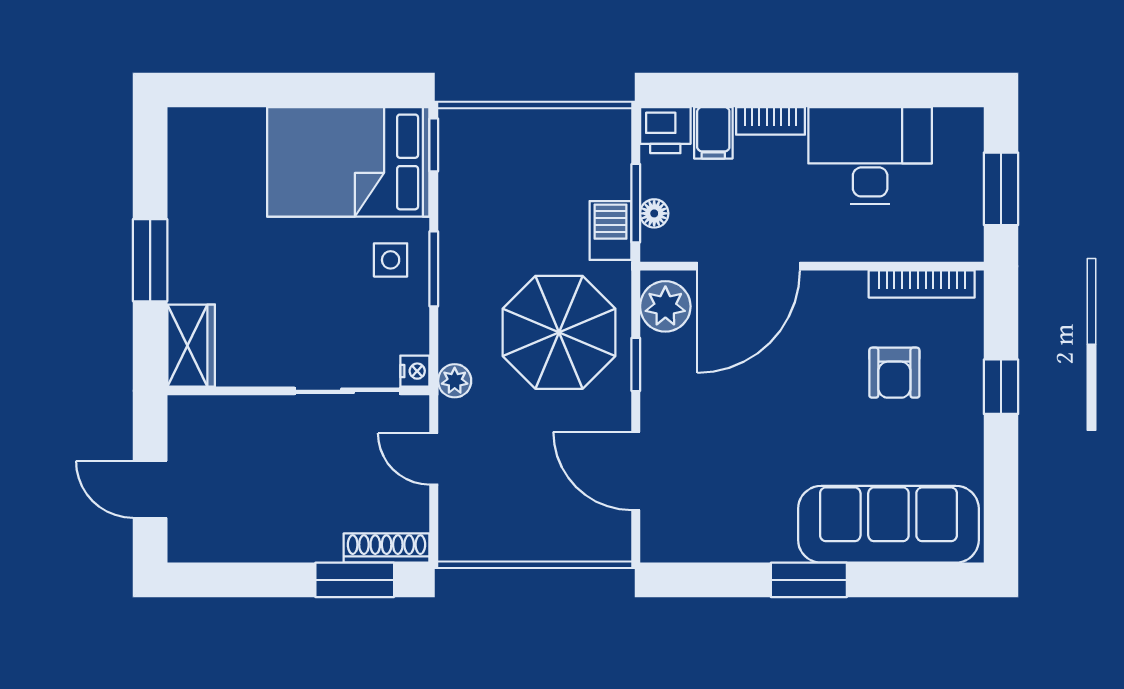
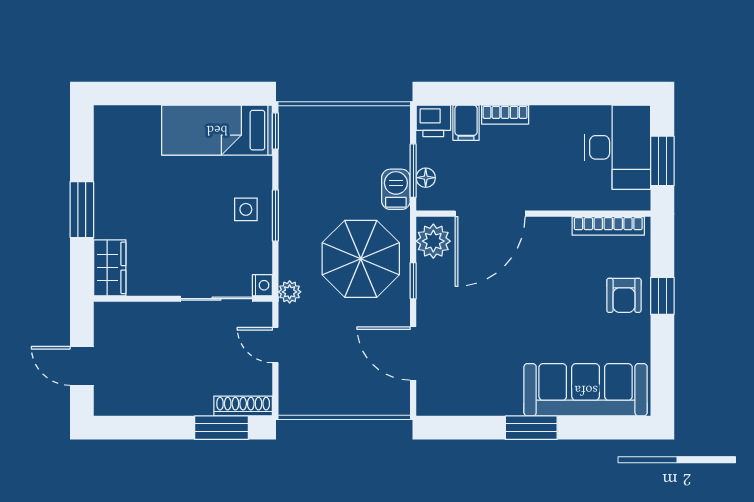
desk: (870, 156) -> (617, 147), moved, turned 90
bed: (348, 162) -> (217, 130), width x0.67
armchair: (894, 373) -> (624, 295), moved

